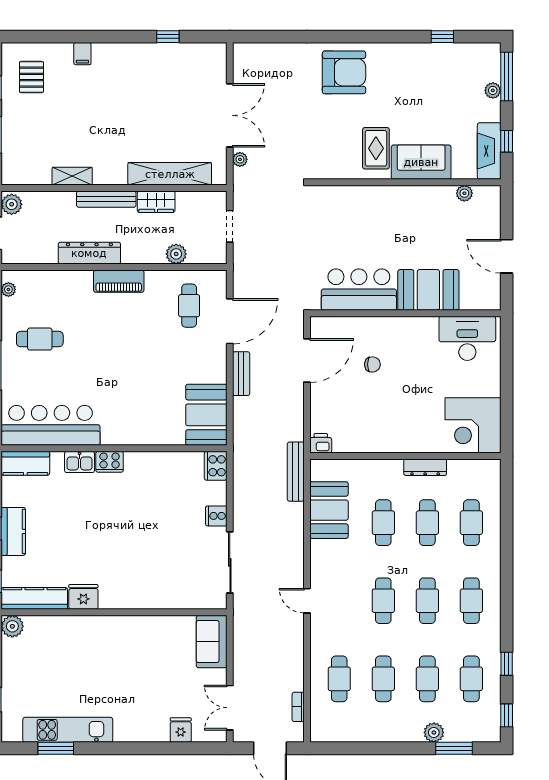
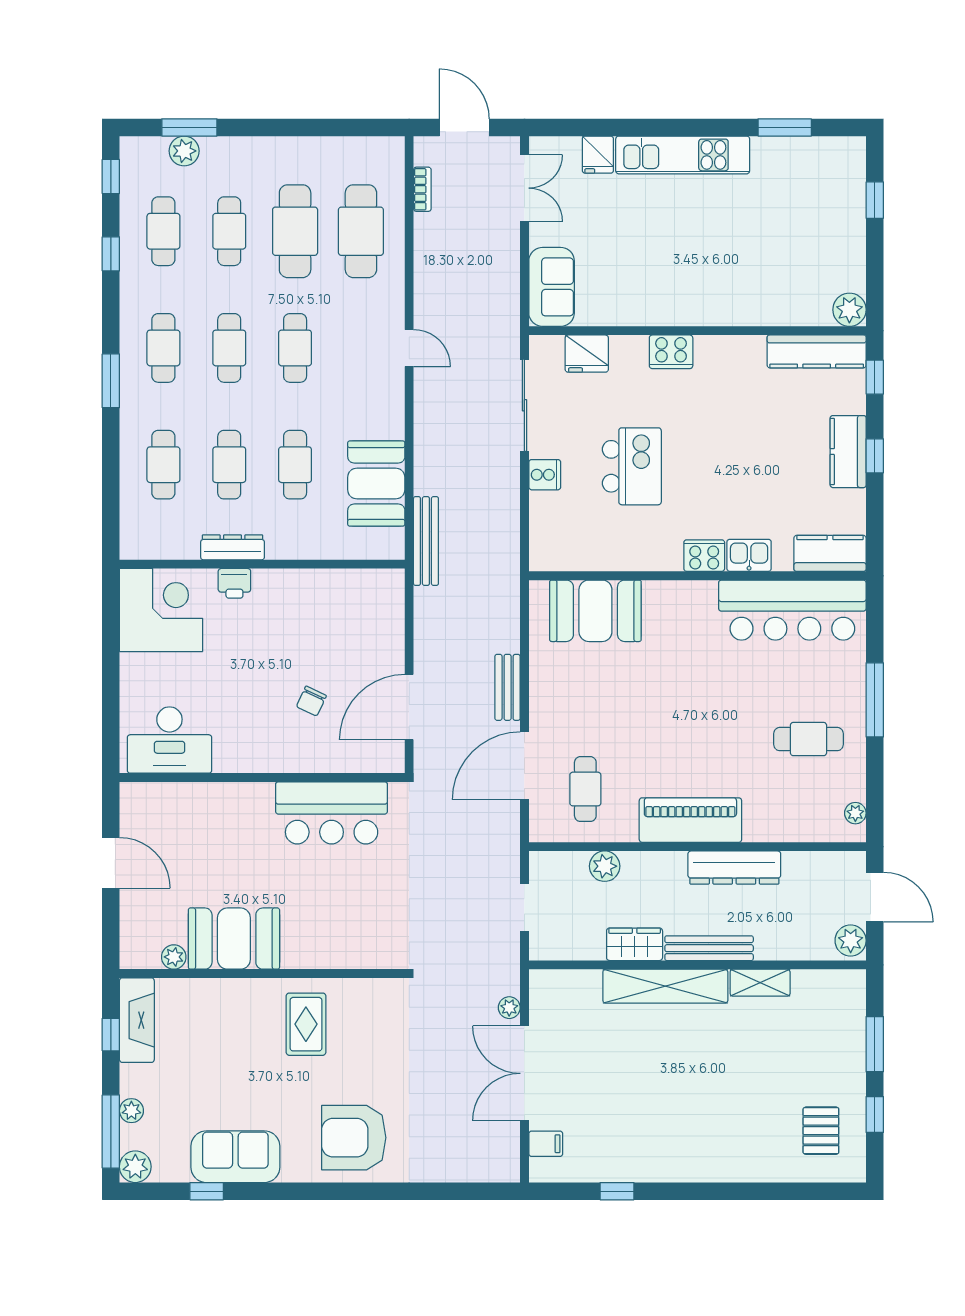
plant: (490, 53) -> (135, 1167), added
filing cabinet: (82, 54) -> (546, 1144), moved, turned 90
sofa: (421, 162) -> (235, 1157), moved, turned 180
shelving: (170, 174) -> (665, 986), moved
piano: (119, 281) -> (690, 820), width x1.37, depth x1.33
booth: (428, 290) -> (234, 939), moved
chair: (372, 364) -> (311, 701), turned -65
booth: (206, 415) -> (595, 611), moved, turned 90
printer: (321, 443) -> (234, 583), moved
cooker: (216, 466) -> (671, 352), moved, turned 90
kitchen island: (158, 522) -> (632, 466), added
window: (507, 579) -> (111, 381), added
fridge: (83, 597) -> (587, 354), moved
cafe table: (339, 679) -> (361, 231), width x1.37, depth x1.35
cafe table: (383, 679) -> (295, 231), width x1.37, depth x1.35
kitchen unit: (68, 730) -> (683, 155), moved
plant: (434, 732) -> (184, 151), moved

